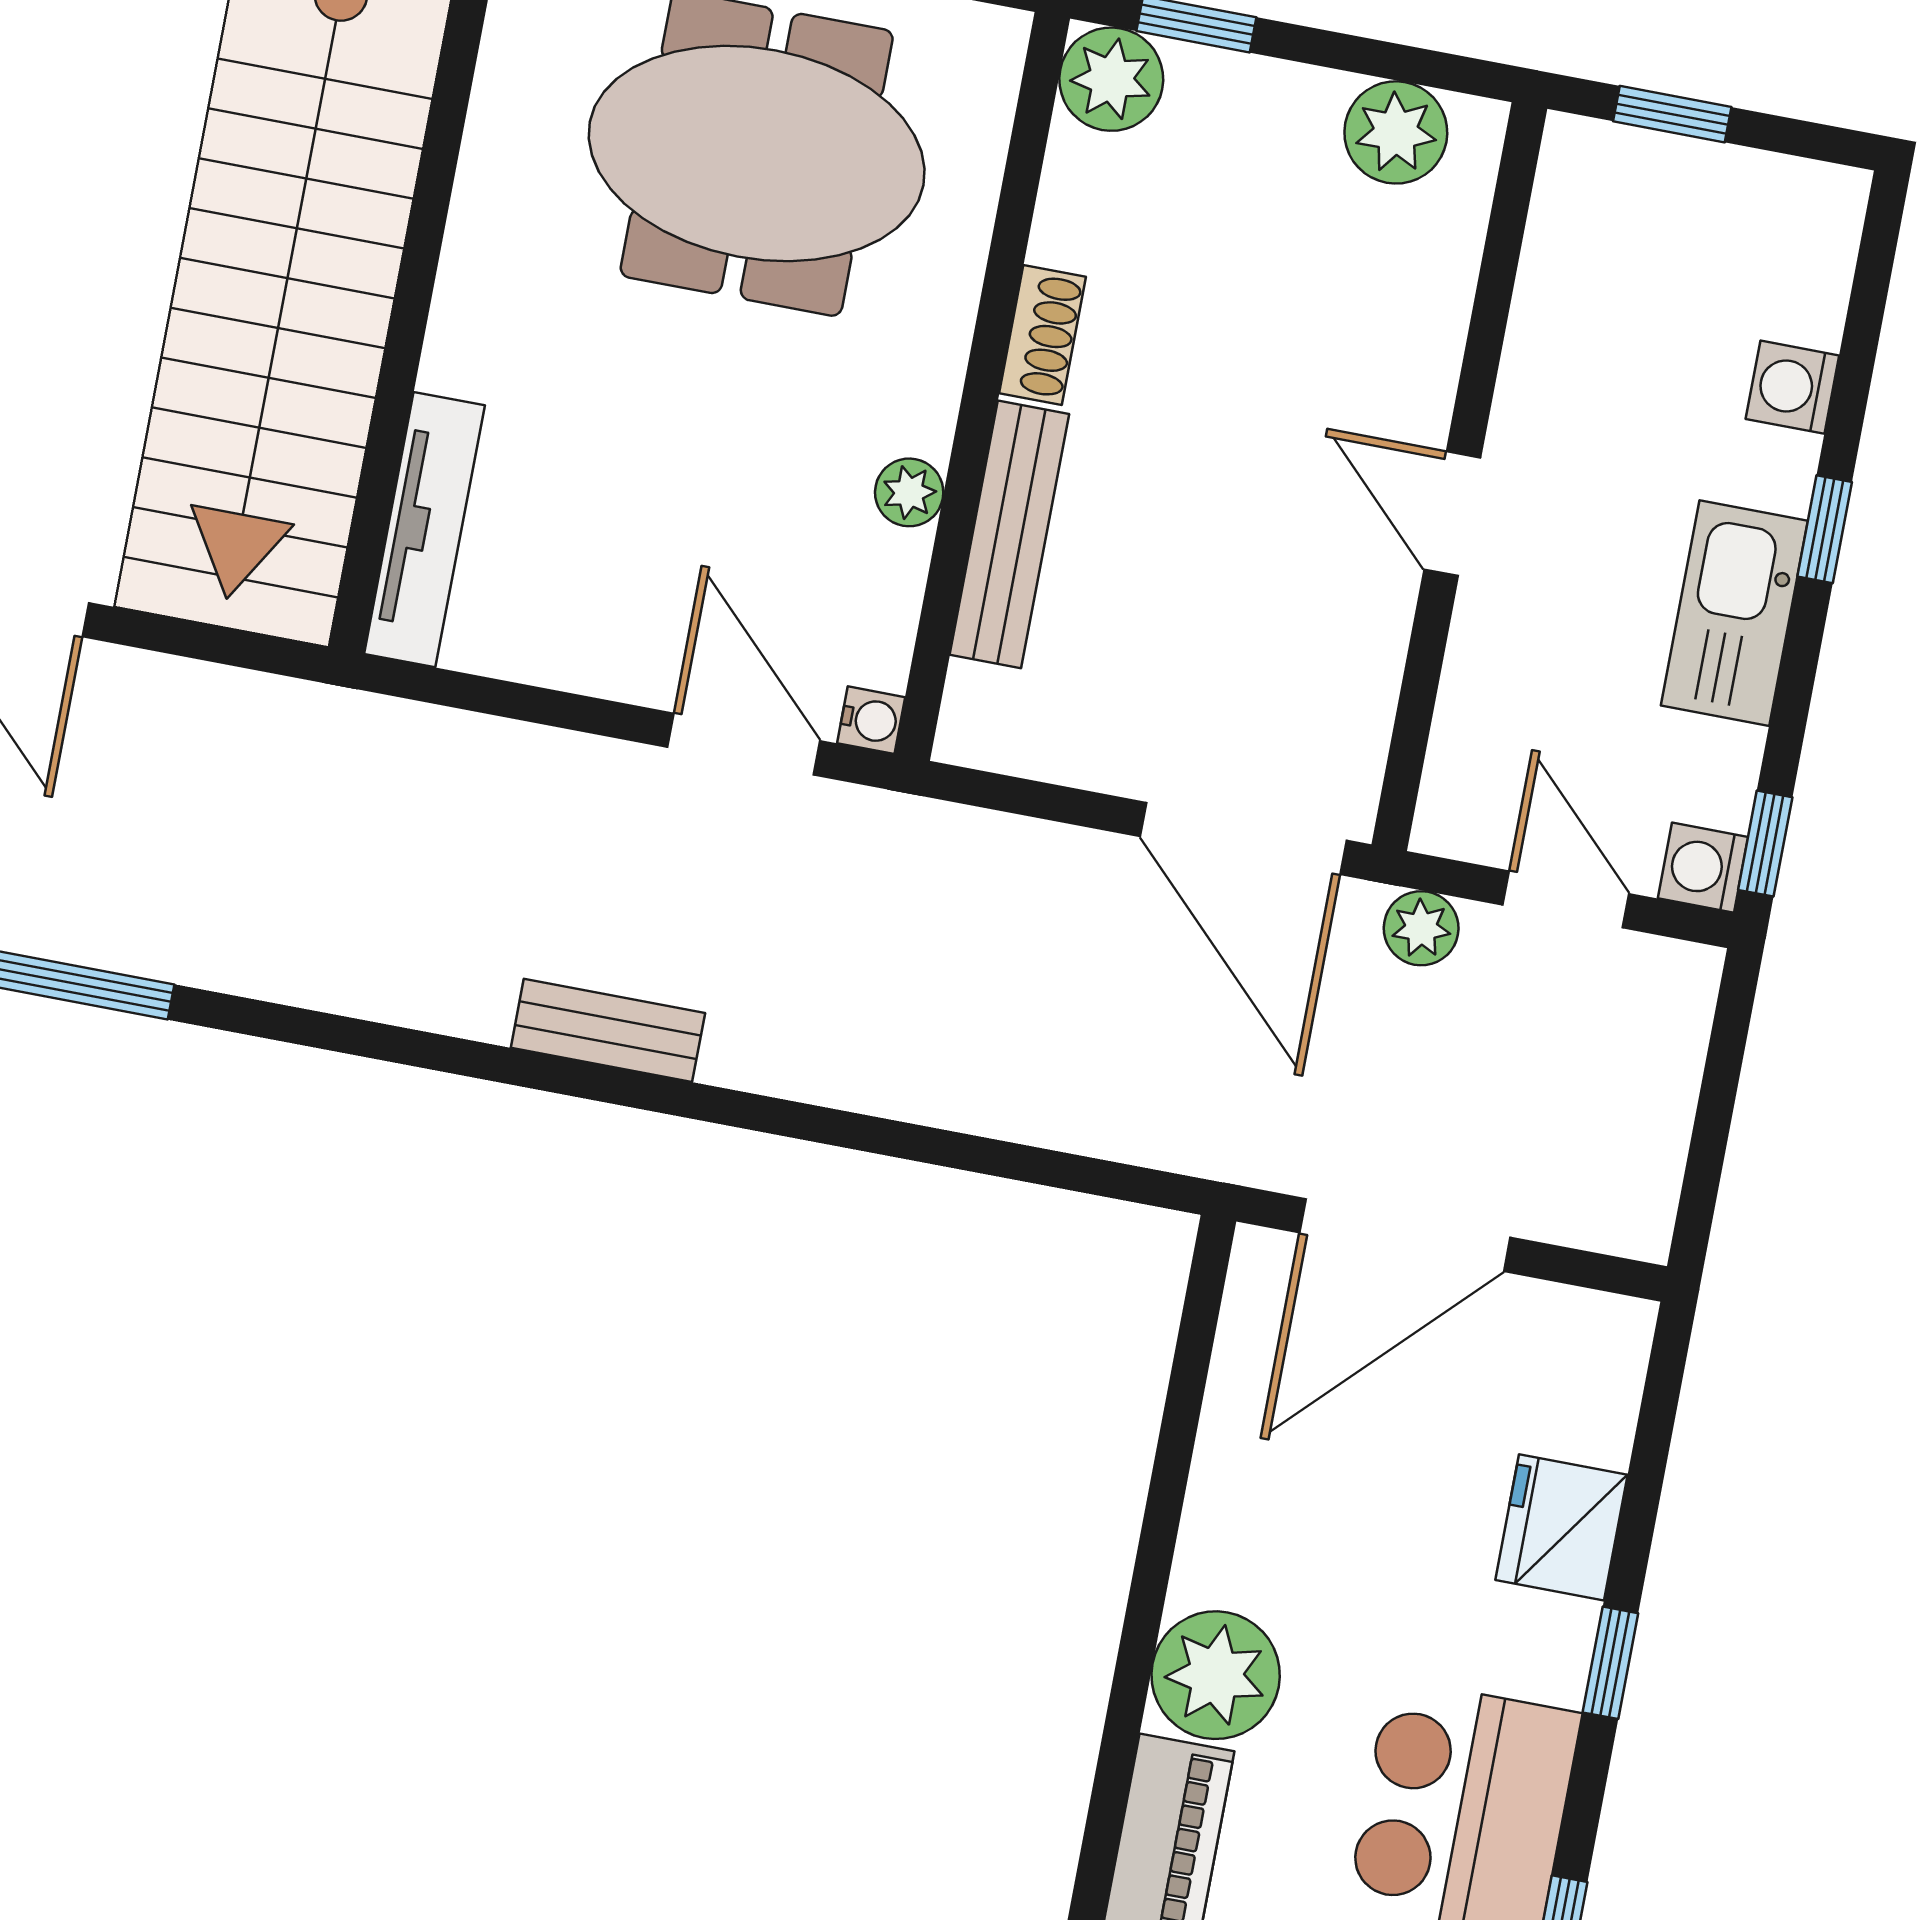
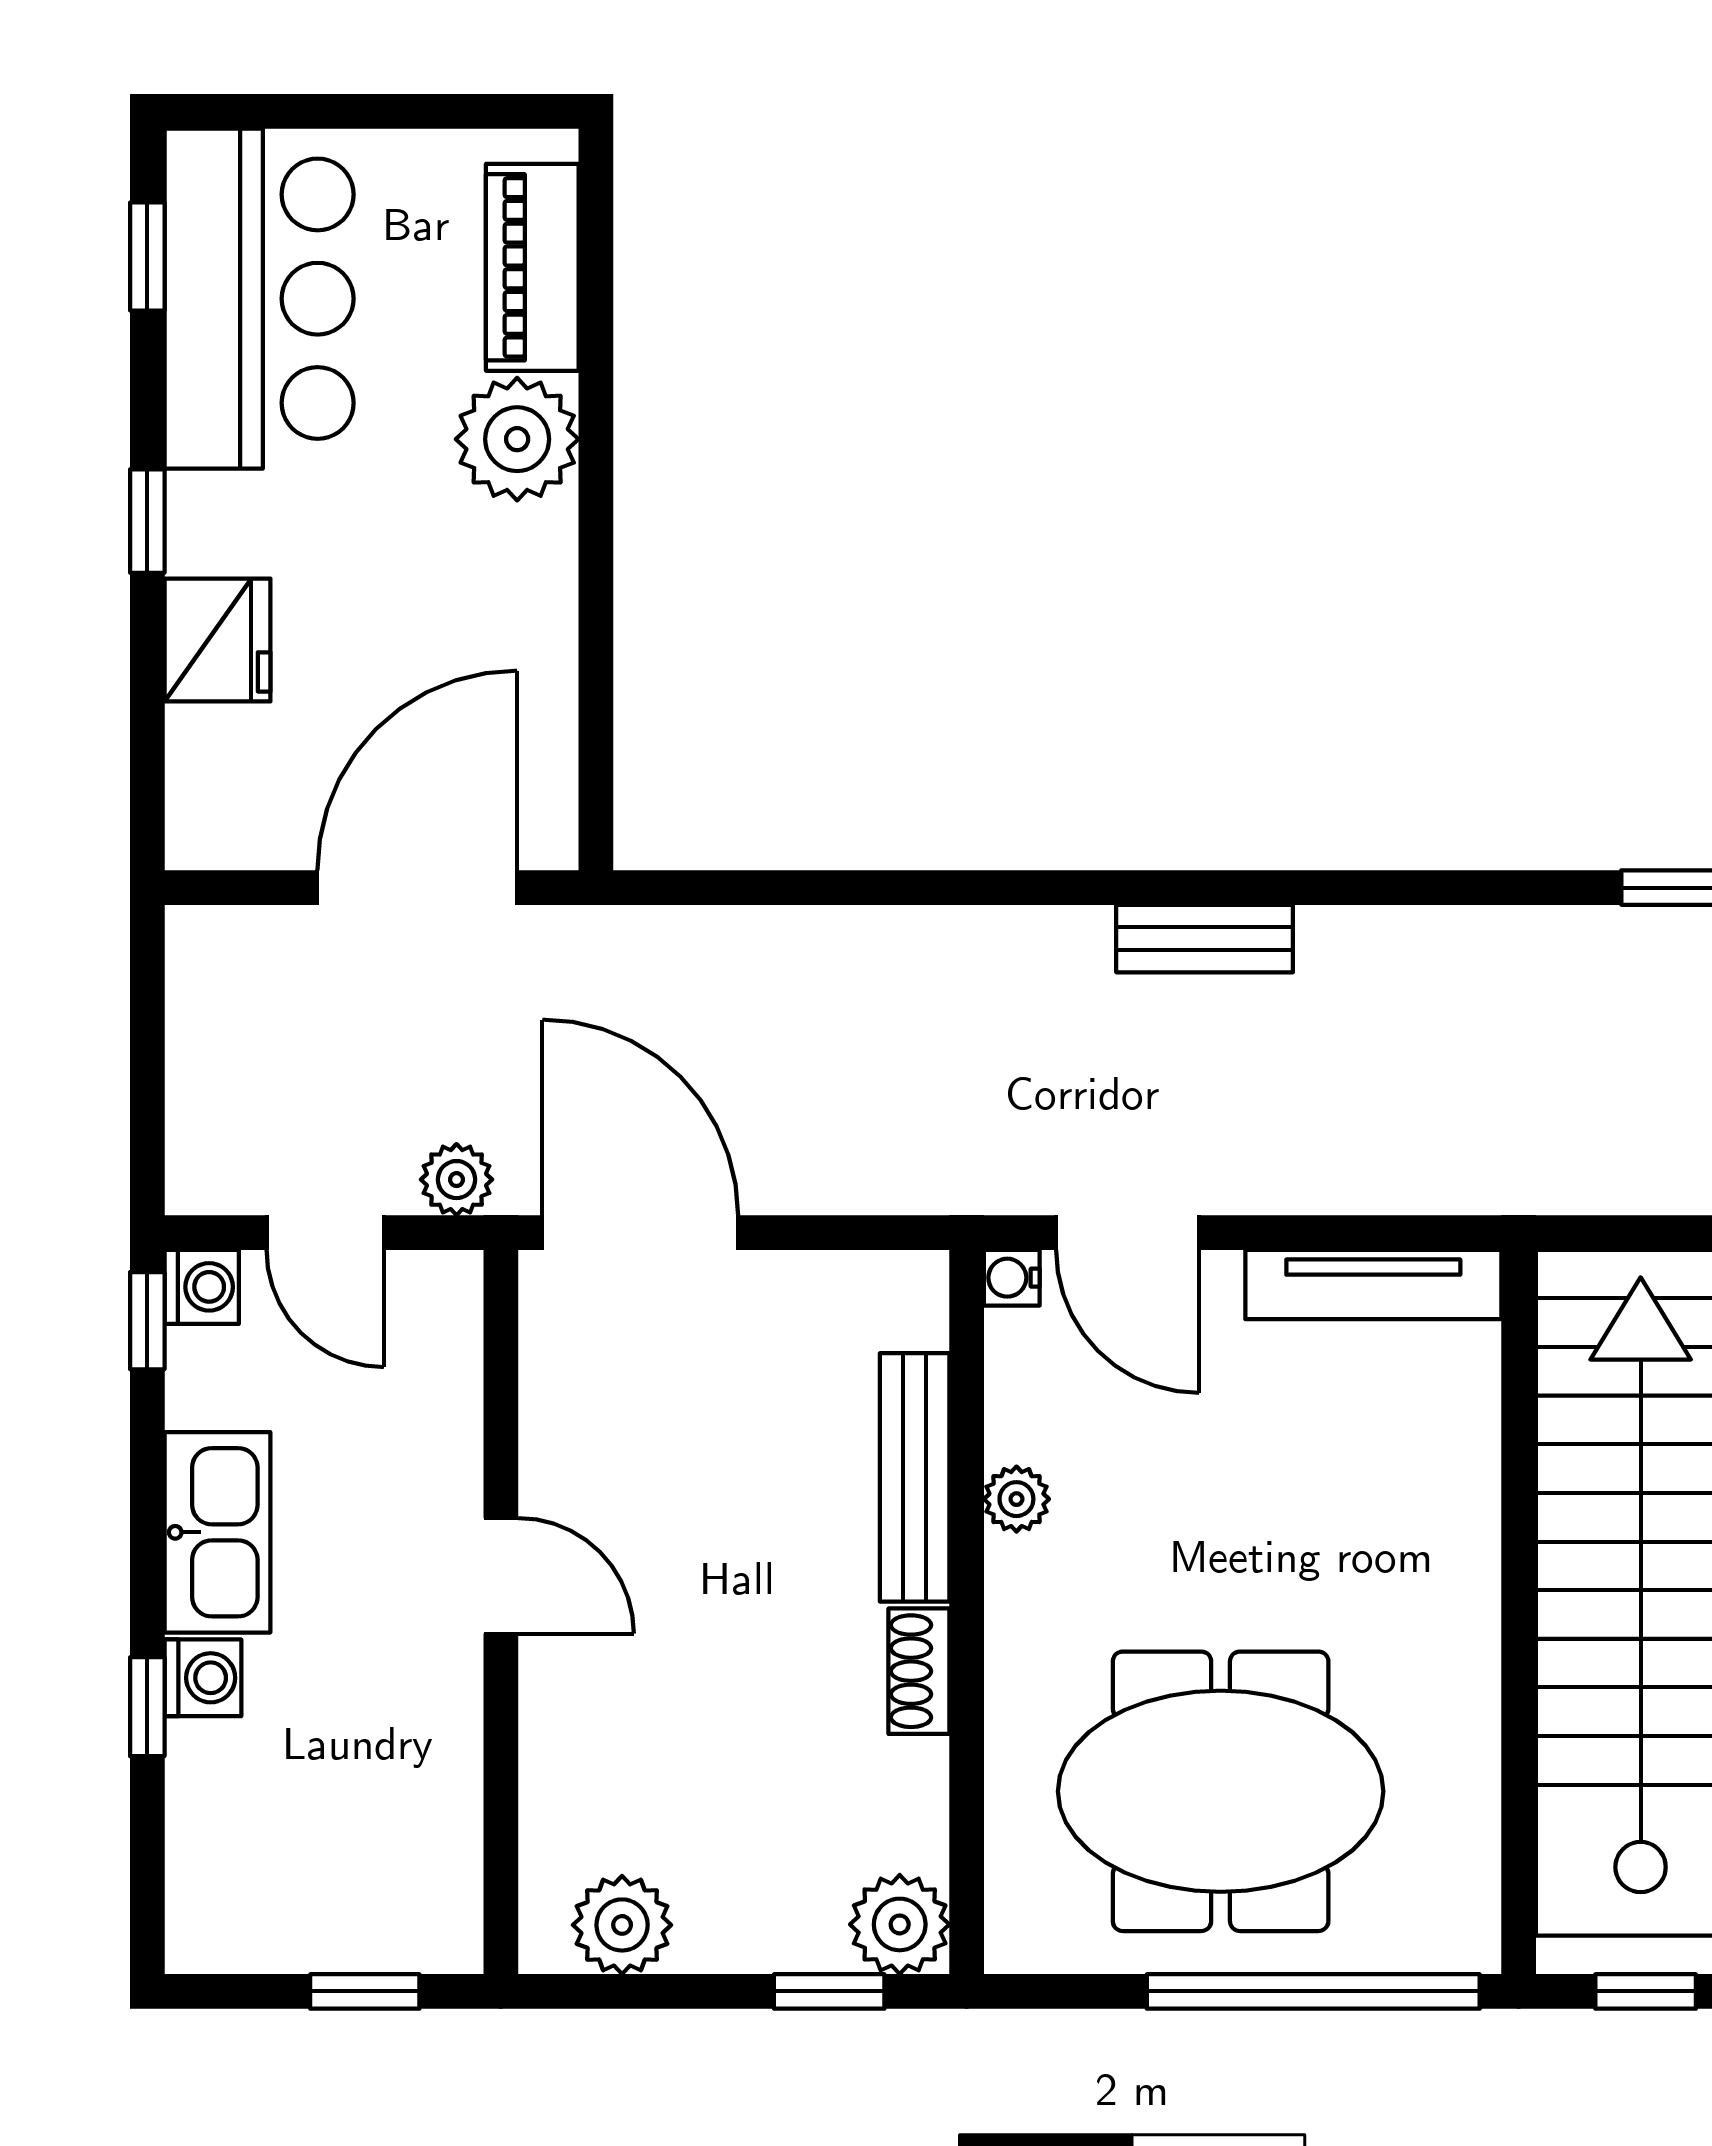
washing machine: (1792, 387) -> (203, 1678), moved
window: (1825, 529) -> (147, 1707), moved
tv unit: (424, 530) -> (1373, 1284), moved, turned -90

